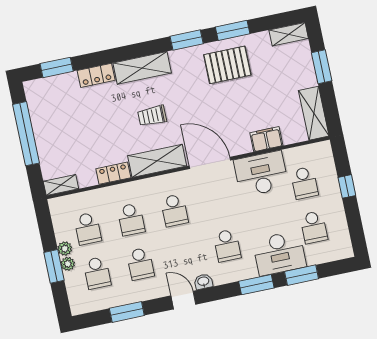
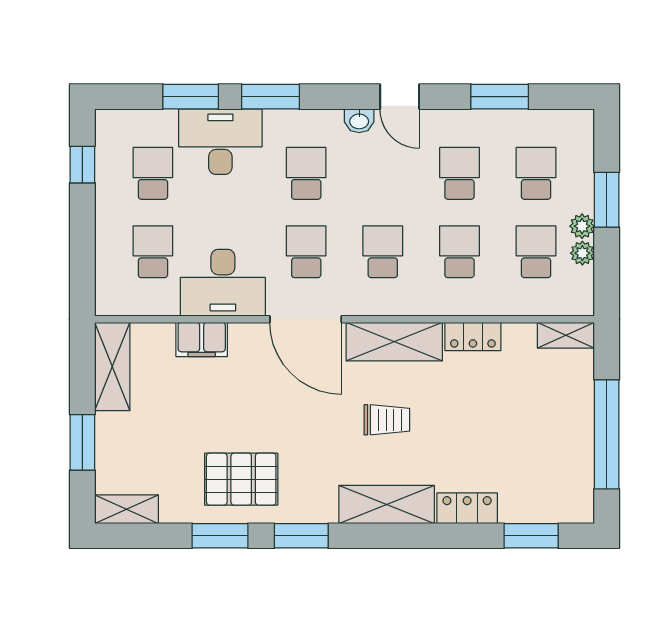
window: (347, 186) -> (82, 165), moved
school desk: (218, 201) -> (306, 252), added
plant: (68, 264) -> (582, 253), moved

